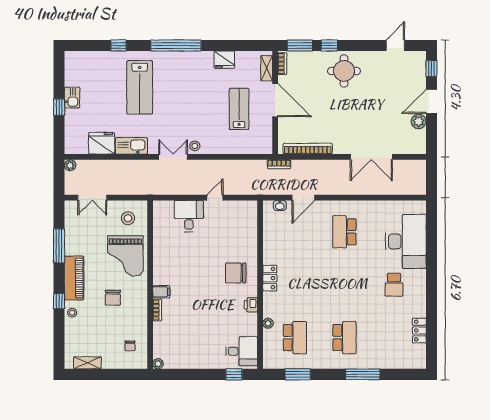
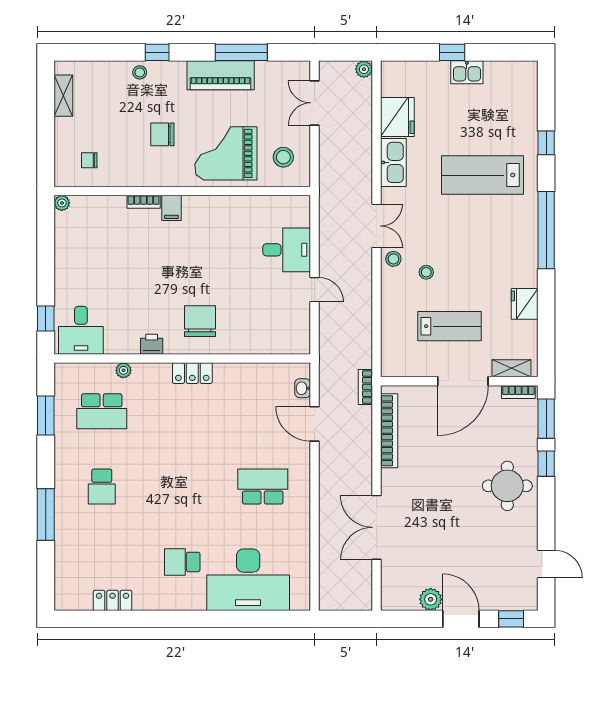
stool: (204, 124) -> (426, 272), added
piano: (74, 278) -> (221, 75), moved
school desk: (344, 338) -> (102, 487), width x0.54

